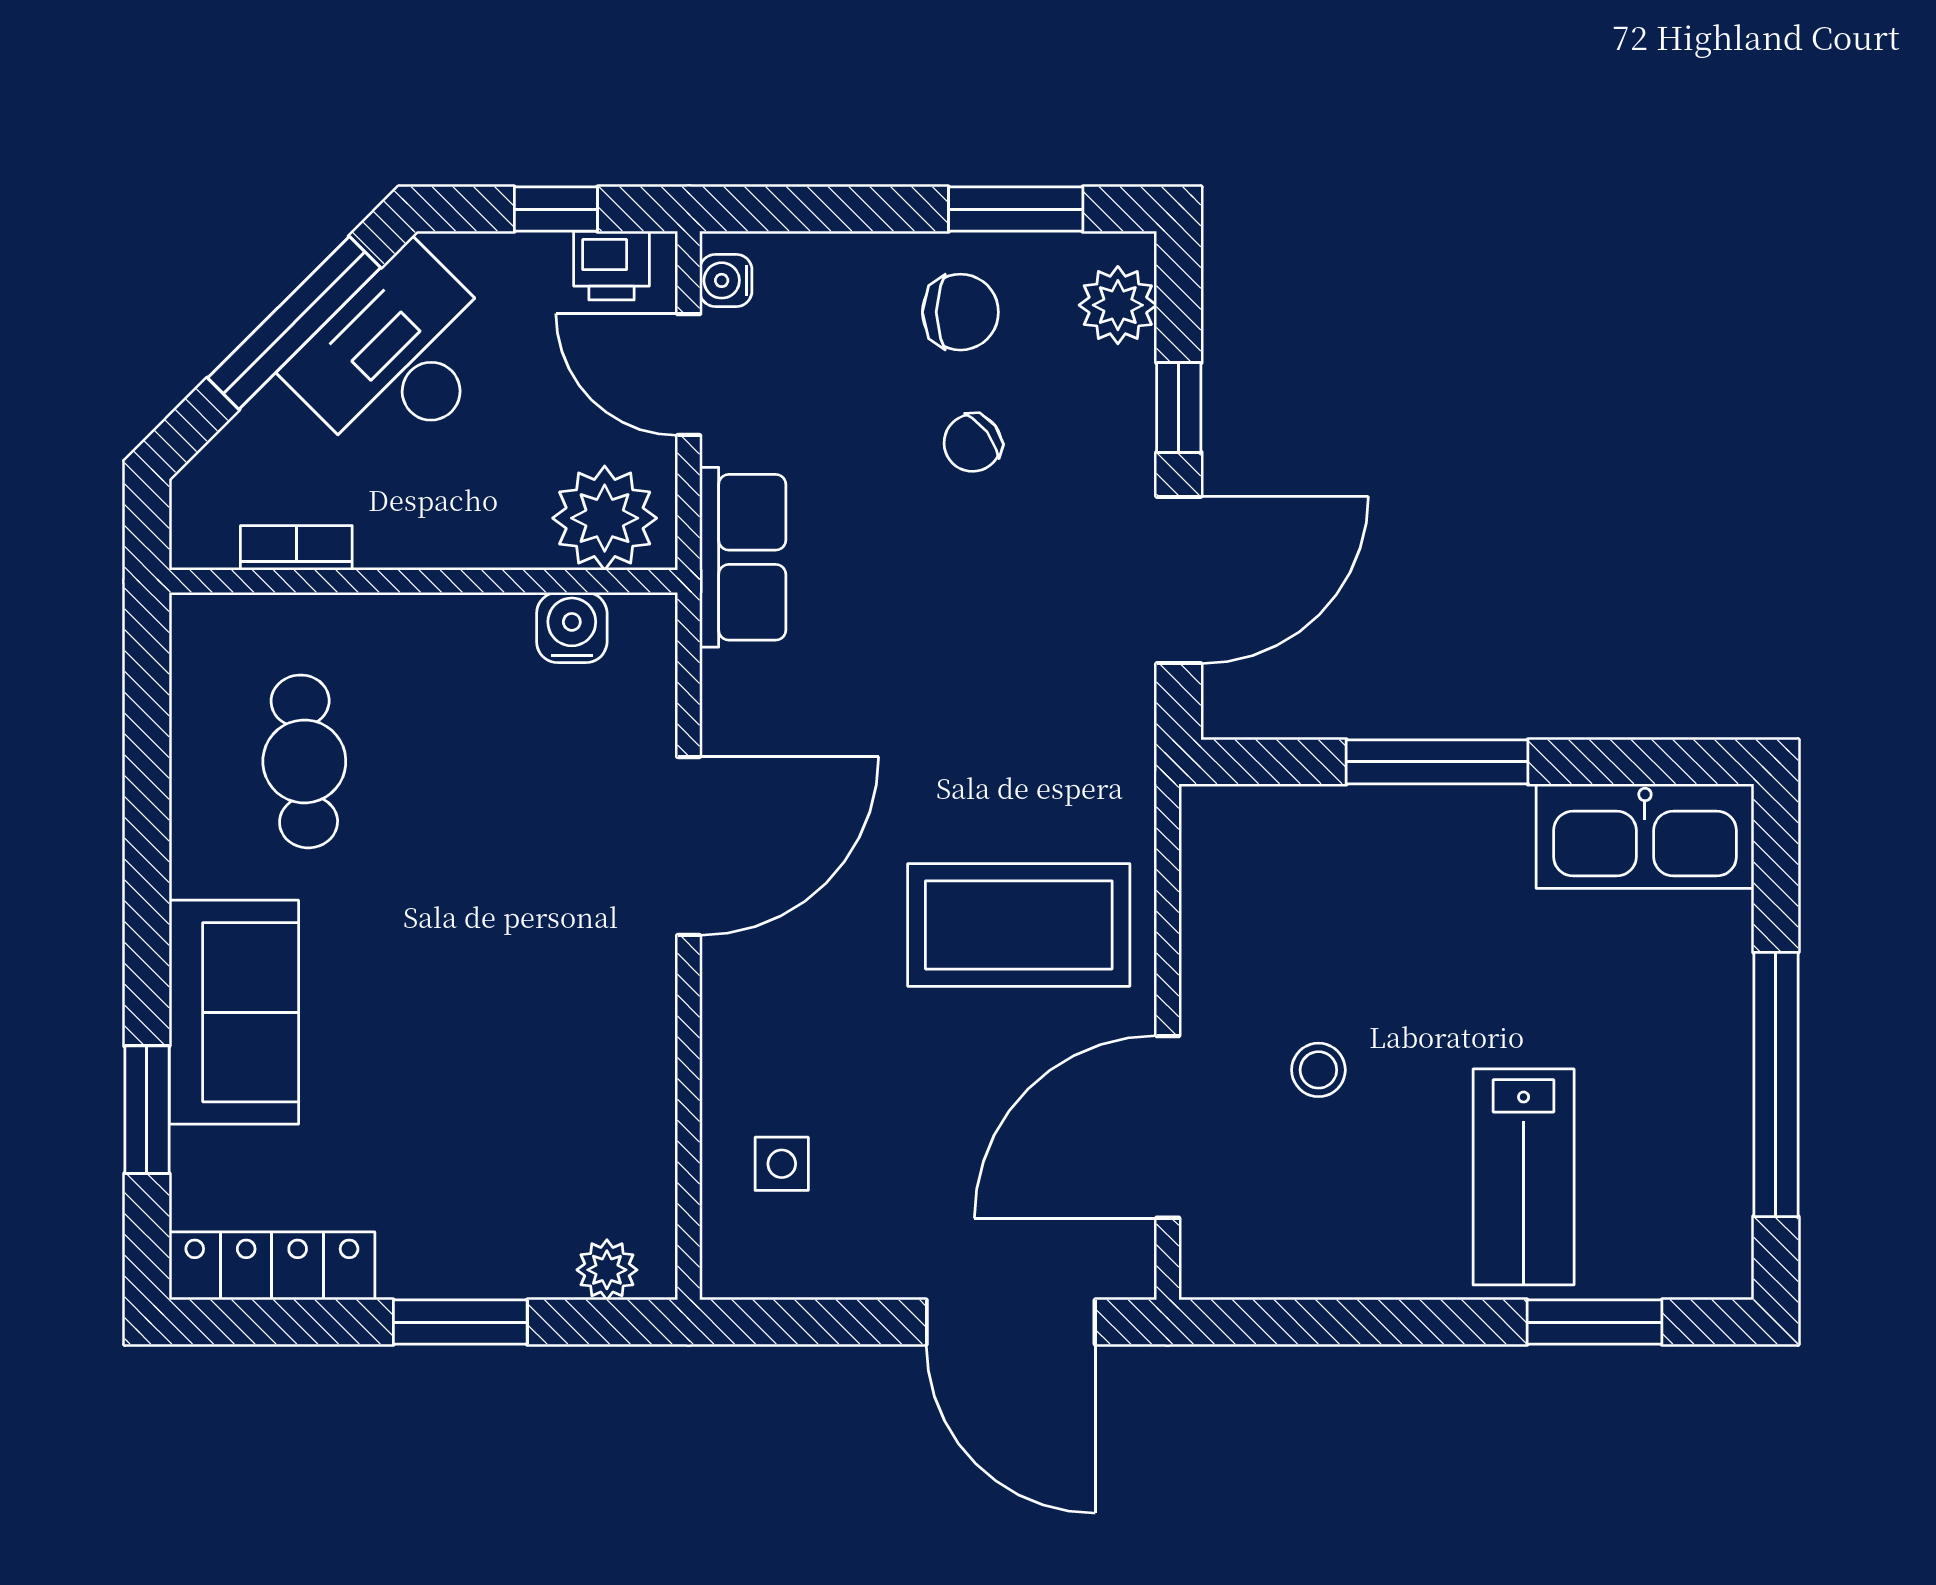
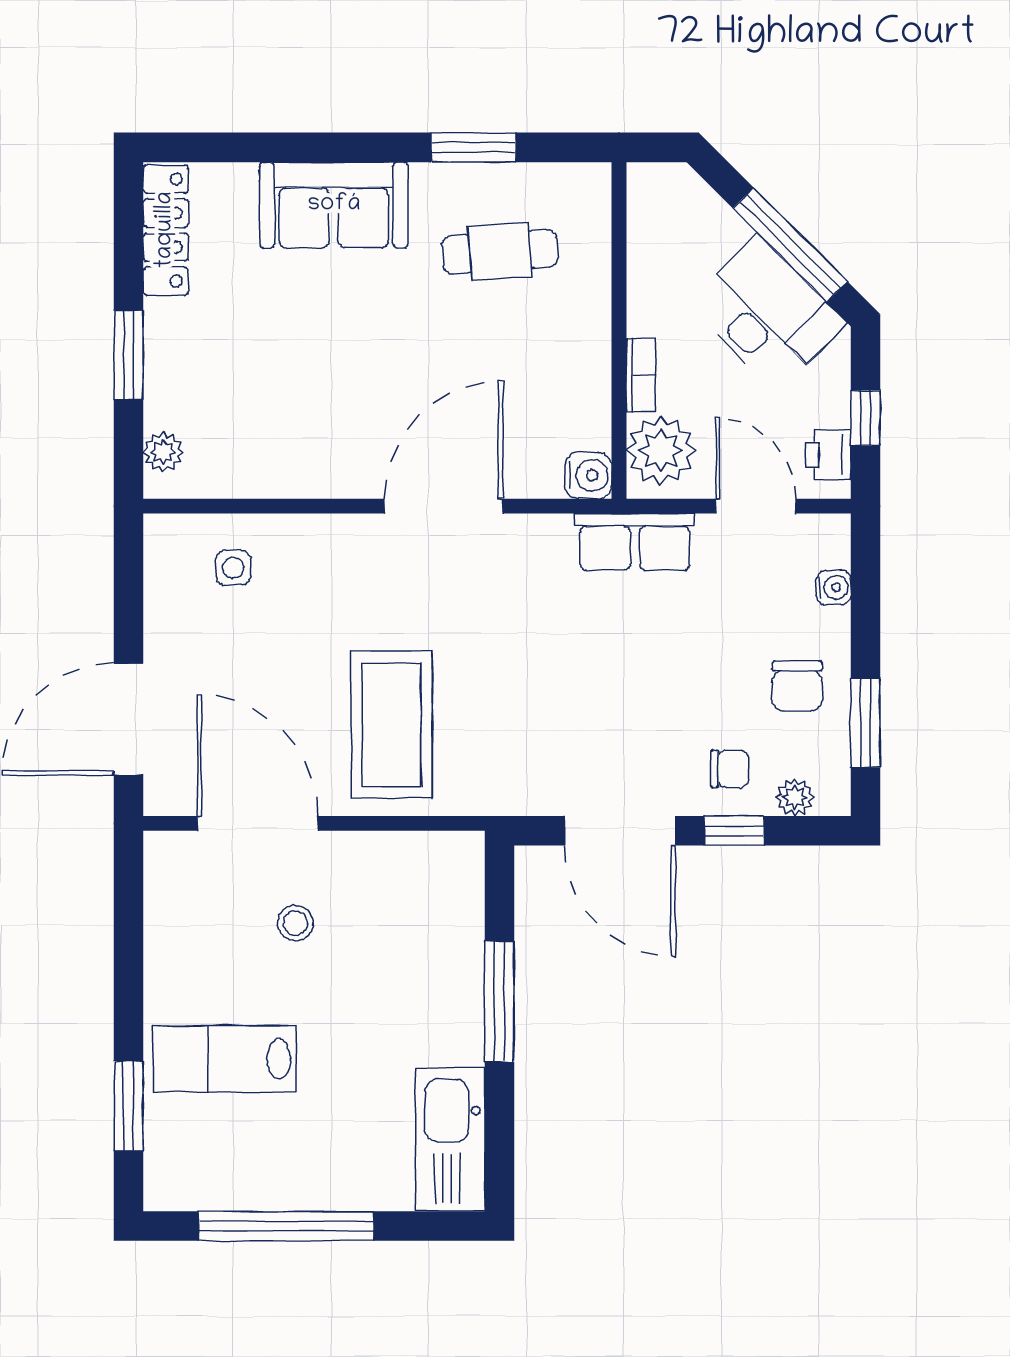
water cooler: (726, 280) -> (834, 587), moved, turned 90
plant: (1118, 305) -> (795, 797), width x0.73, depth x0.73
door: (689, 375) -> (756, 506), hinge flipped
chair: (973, 443) -> (730, 769), moved, turned 127
bookcase: (296, 548) -> (641, 375), moved
water cooler: (572, 628) -> (588, 475), moved
door: (689, 846) -> (444, 506), swing flipped
window: (147, 1110) -> (473, 147), moved

